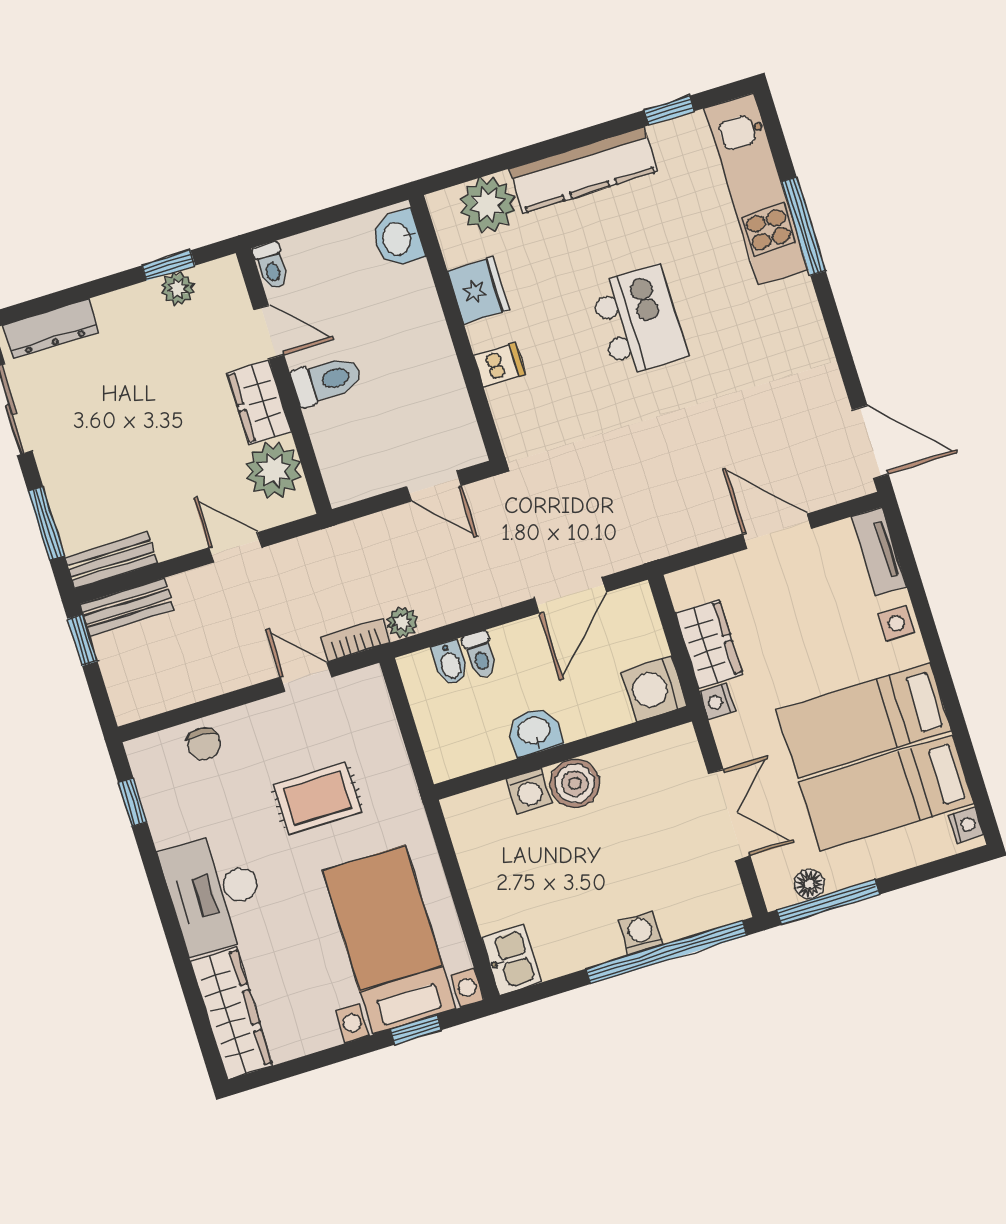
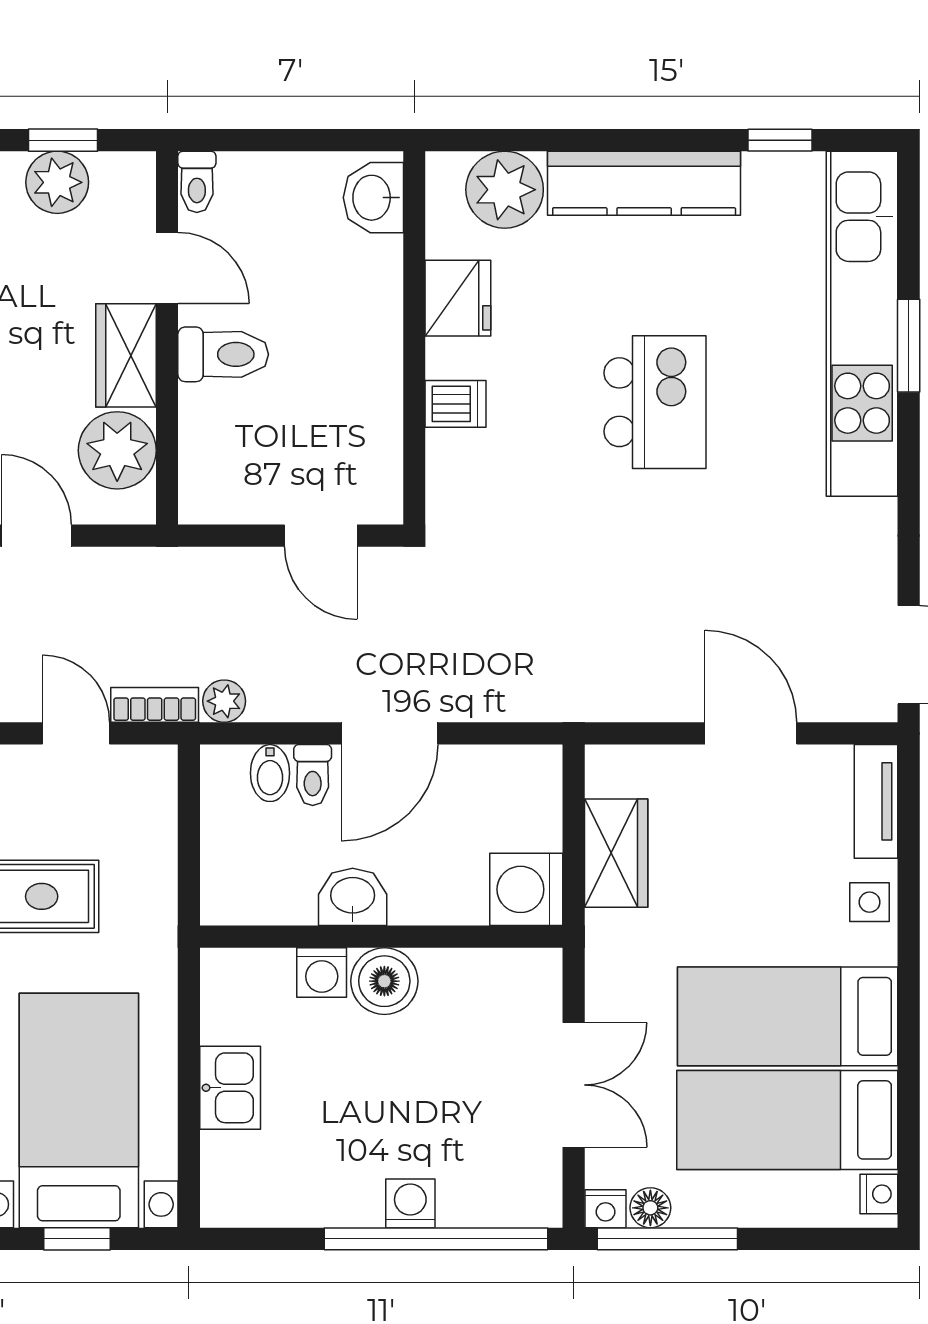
kitchen unit: (756, 189) -> (862, 324), width x1.36
window: (803, 226) -> (909, 346), width x0.69
plant: (178, 288) -> (57, 182), width x1.38, depth x1.38
door: (570, 595) -> (390, 733), moved
nightstand: (717, 702) -> (606, 1209), moved, turned -90
kitchen sink: (511, 960) -> (230, 1088), moved

